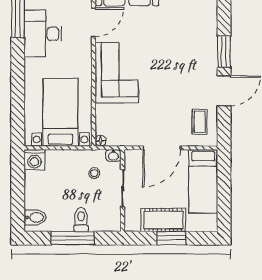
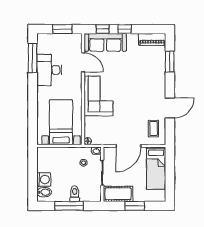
door: (93, 22) -> (83, 62), hinge flipped
window: (224, 52) -> (170, 62), moved
washing machine: (34, 160) -> (44, 180), moved, turned -90
cot: (163, 220) -> (118, 194), moved

